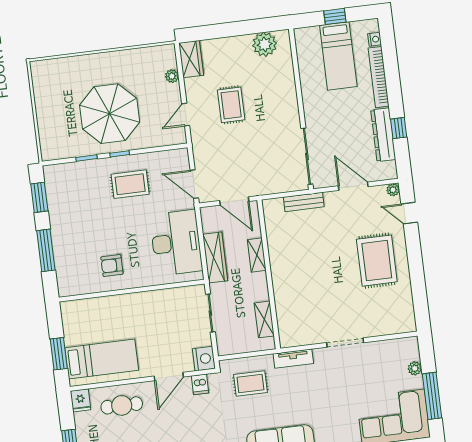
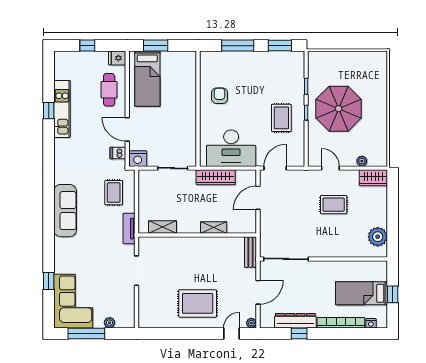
shelving: (257, 255) -> (214, 227), moved
wall: (269, 274) -> (197, 235), moved
shelving: (264, 319) -> (162, 227), moved

